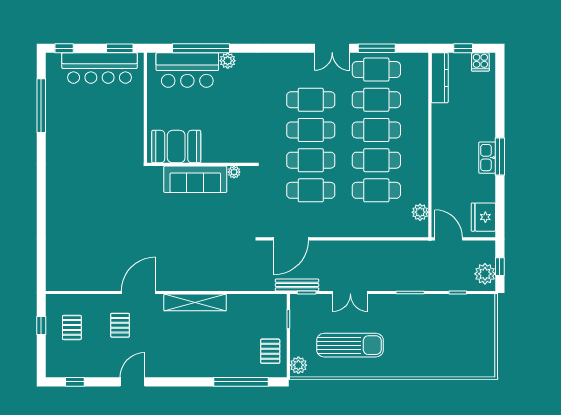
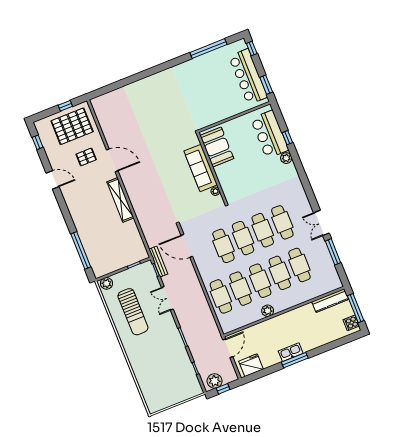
window: (201, 48) -> (287, 138), width x0.32
window: (463, 48) -> (356, 308), width x2.17
cafe table: (376, 70) -> (221, 296), moved
plant: (420, 212) -> (268, 311), moved
pallet: (72, 327) -> (72, 126), width x2.05, depth x2.00
pallet: (270, 351) -> (108, 261), removed

